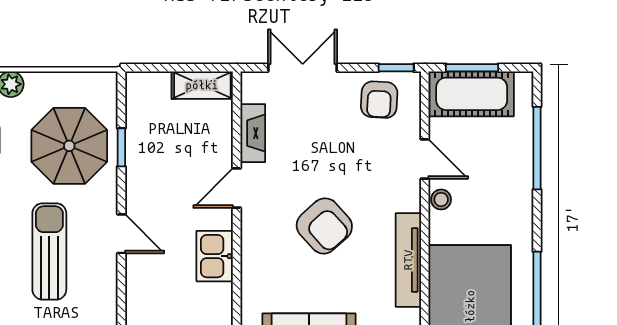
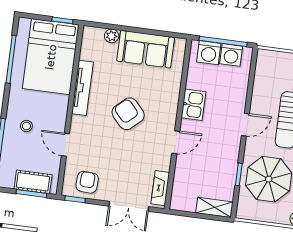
shelving: (202, 85) -> (214, 207), moved
cot: (472, 94) -> (33, 182), width x0.73, depth x0.75
fireplace: (253, 133) -> (160, 188), moved
stool: (441, 199) -> (26, 126), moved
door: (121, 234) -> (245, 125), swing flipped

